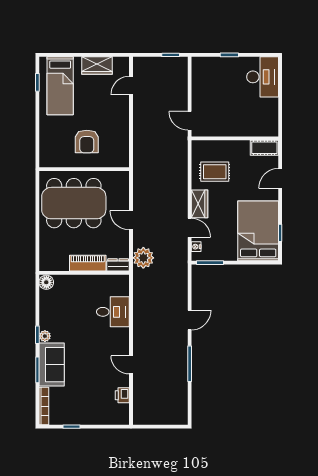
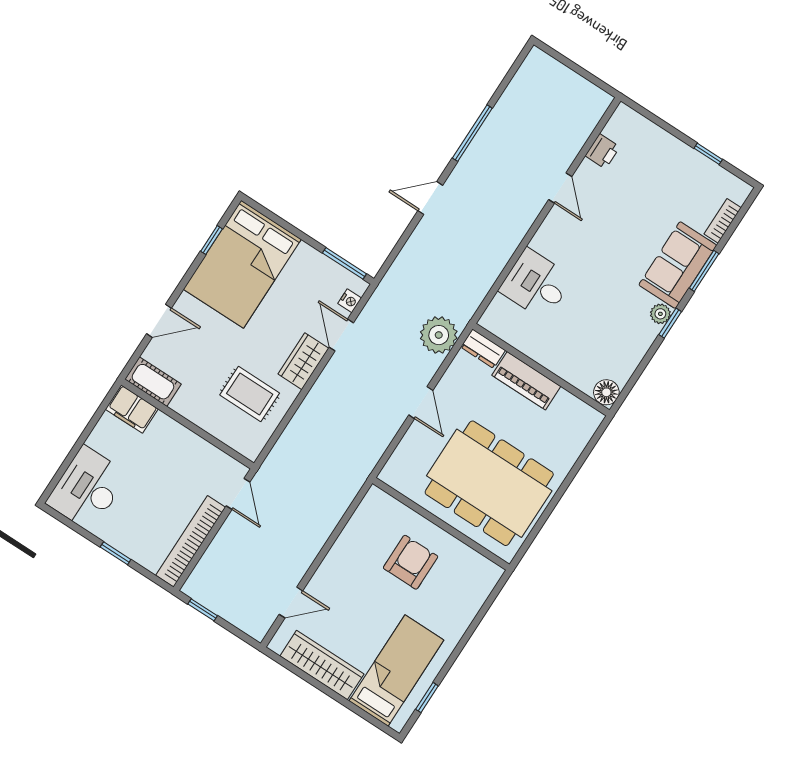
wardrobe: (97, 66) -> (322, 665), width x1.50
bookcase: (197, 84) -> (191, 541), added
filing cabinet: (266, 128) -> (132, 409), added
bookcase: (44, 406) -> (723, 221), width x0.64

